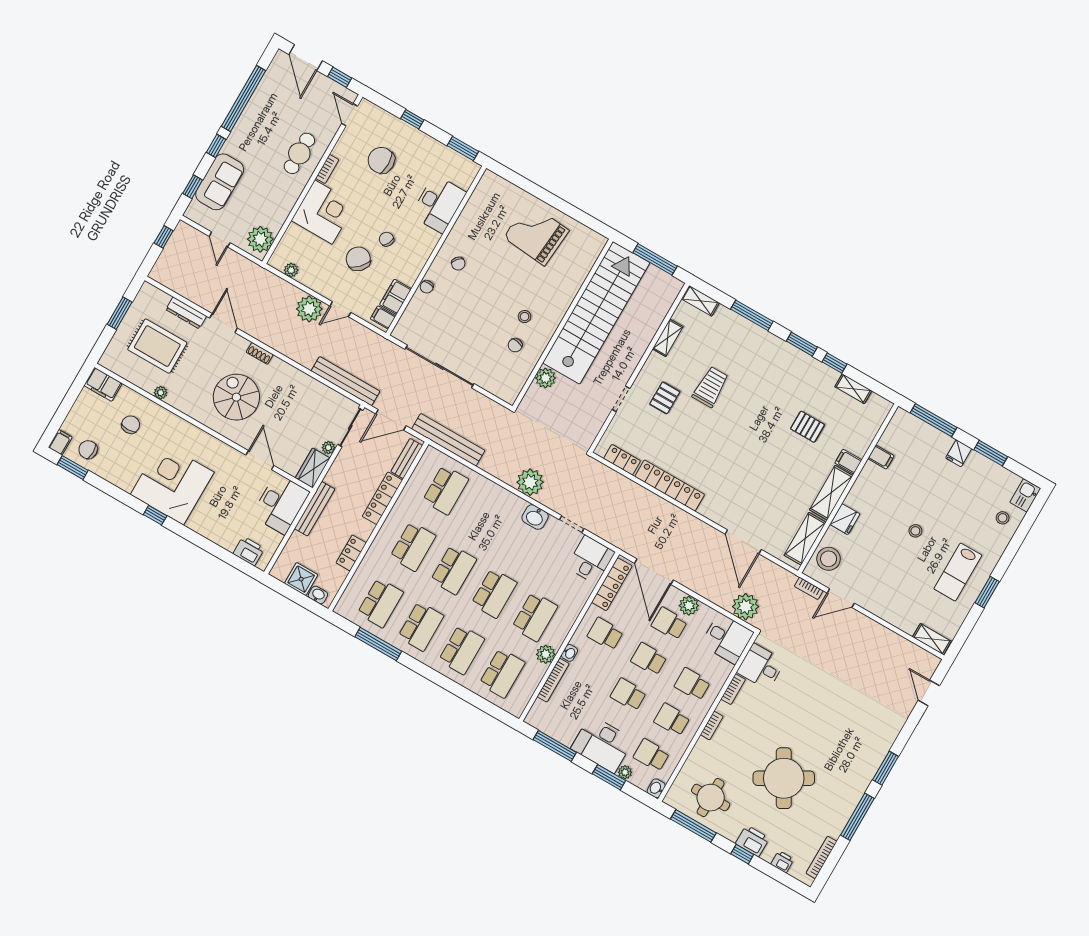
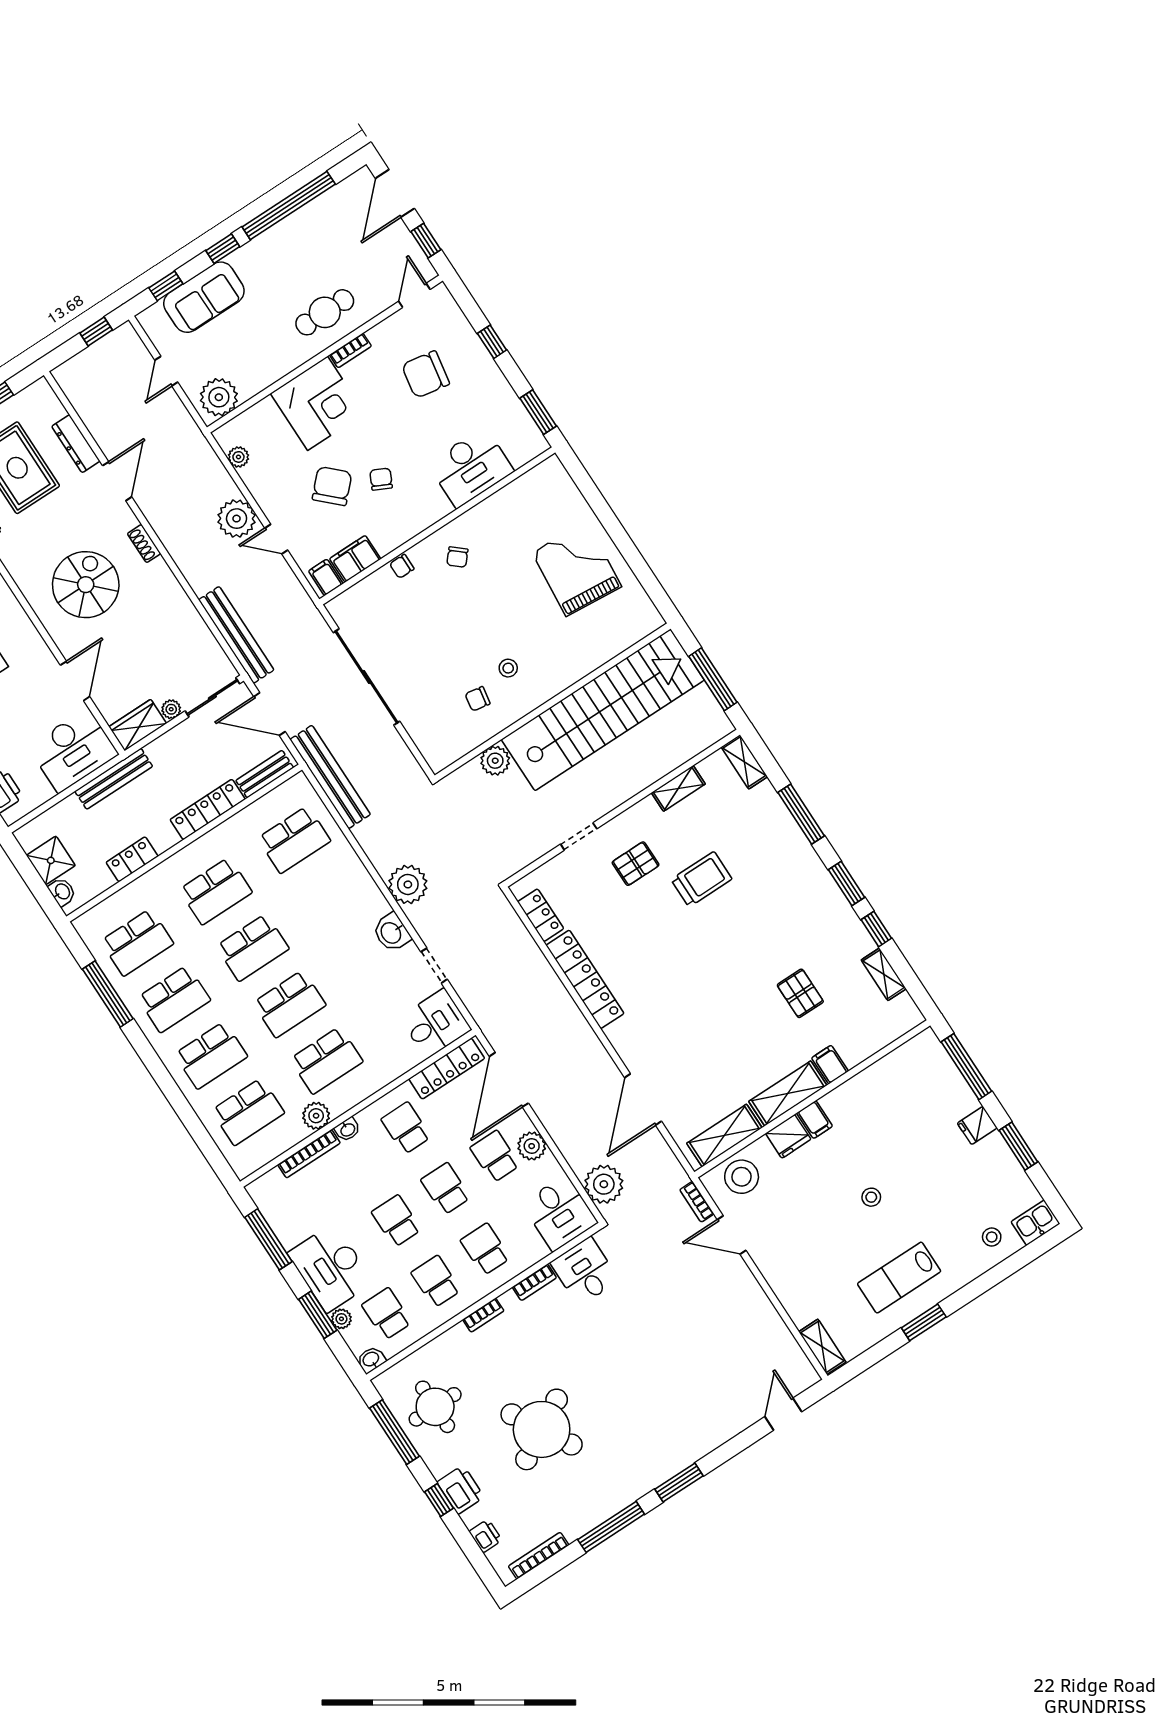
chair: (381, 160) -> (425, 374), turned -80
filing cabinet: (881, 457) -> (815, 1120), moved

